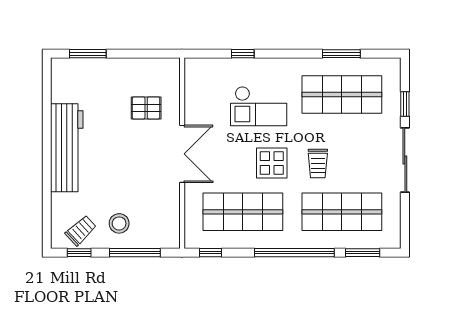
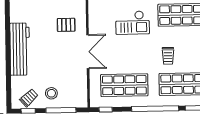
display table: (272, 163) -> (141, 56), removed

